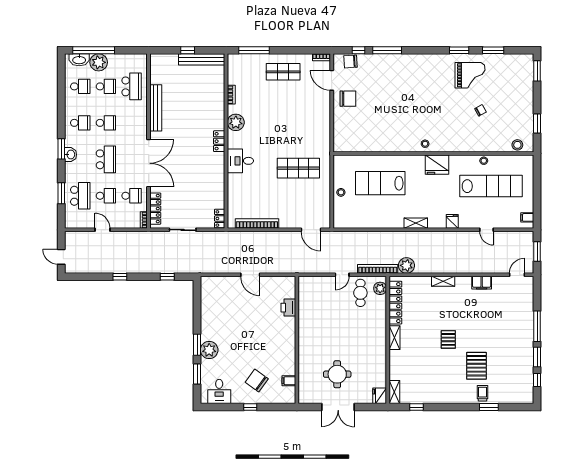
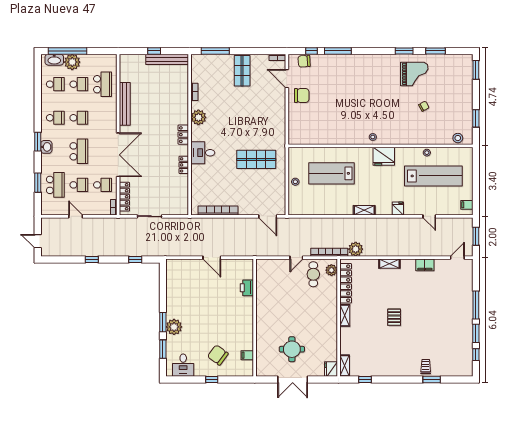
shop shelf: (283, 72) -> (242, 71), turned 90
locker: (220, 219) -> (184, 165), moved
pallet: (476, 366) -> (420, 341), removed

